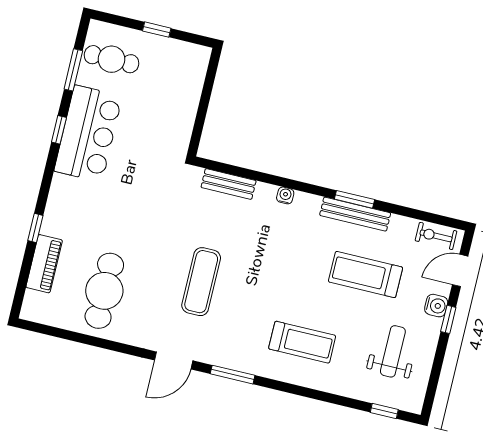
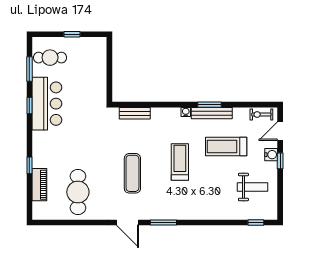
water cooler: (285, 195) -> (186, 112), moved
treadmill: (302, 342) -> (180, 162), moved, turned -90
weight bench: (393, 351) -> (253, 187), turned 90
door: (174, 360) -> (127, 223), hinge flipped

